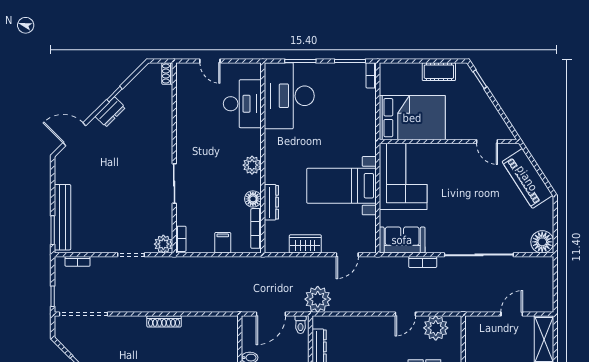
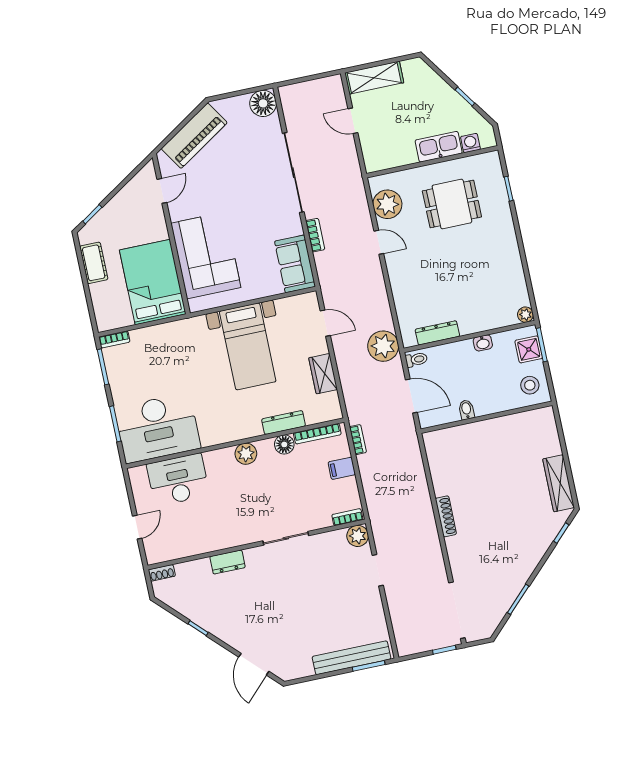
dresser: (110, 112) -> (228, 562), moved, turned 135
corner sofa: (403, 176) -> (206, 255), moved, turned 90
bookcase: (78, 261) -> (358, 440), moved

